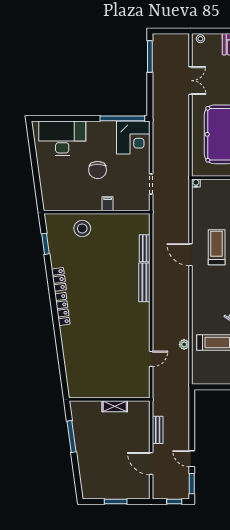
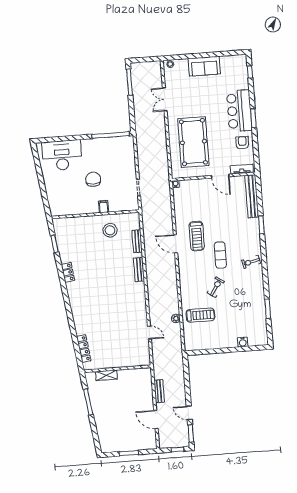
double door: (191, 81) -> (165, 99), swing flipped
corner desk: (133, 138) -> (121, 150), removed
chair: (98, 170) -> (93, 179), turned 180
stool: (82, 228) -> (110, 230), moved
treadmill: (217, 247) -> (197, 236), turned 180
bench: (144, 282) -> (139, 270), width x0.73
locker: (62, 309) -> (84, 349), moved
door: (151, 359) -> (149, 333), hinge flipped
shelving: (115, 406) -> (106, 375), moved

